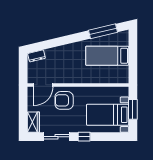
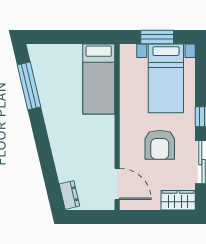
bed: (107, 56) -> (99, 79), moved
armchair: (64, 100) -> (160, 145), moved

